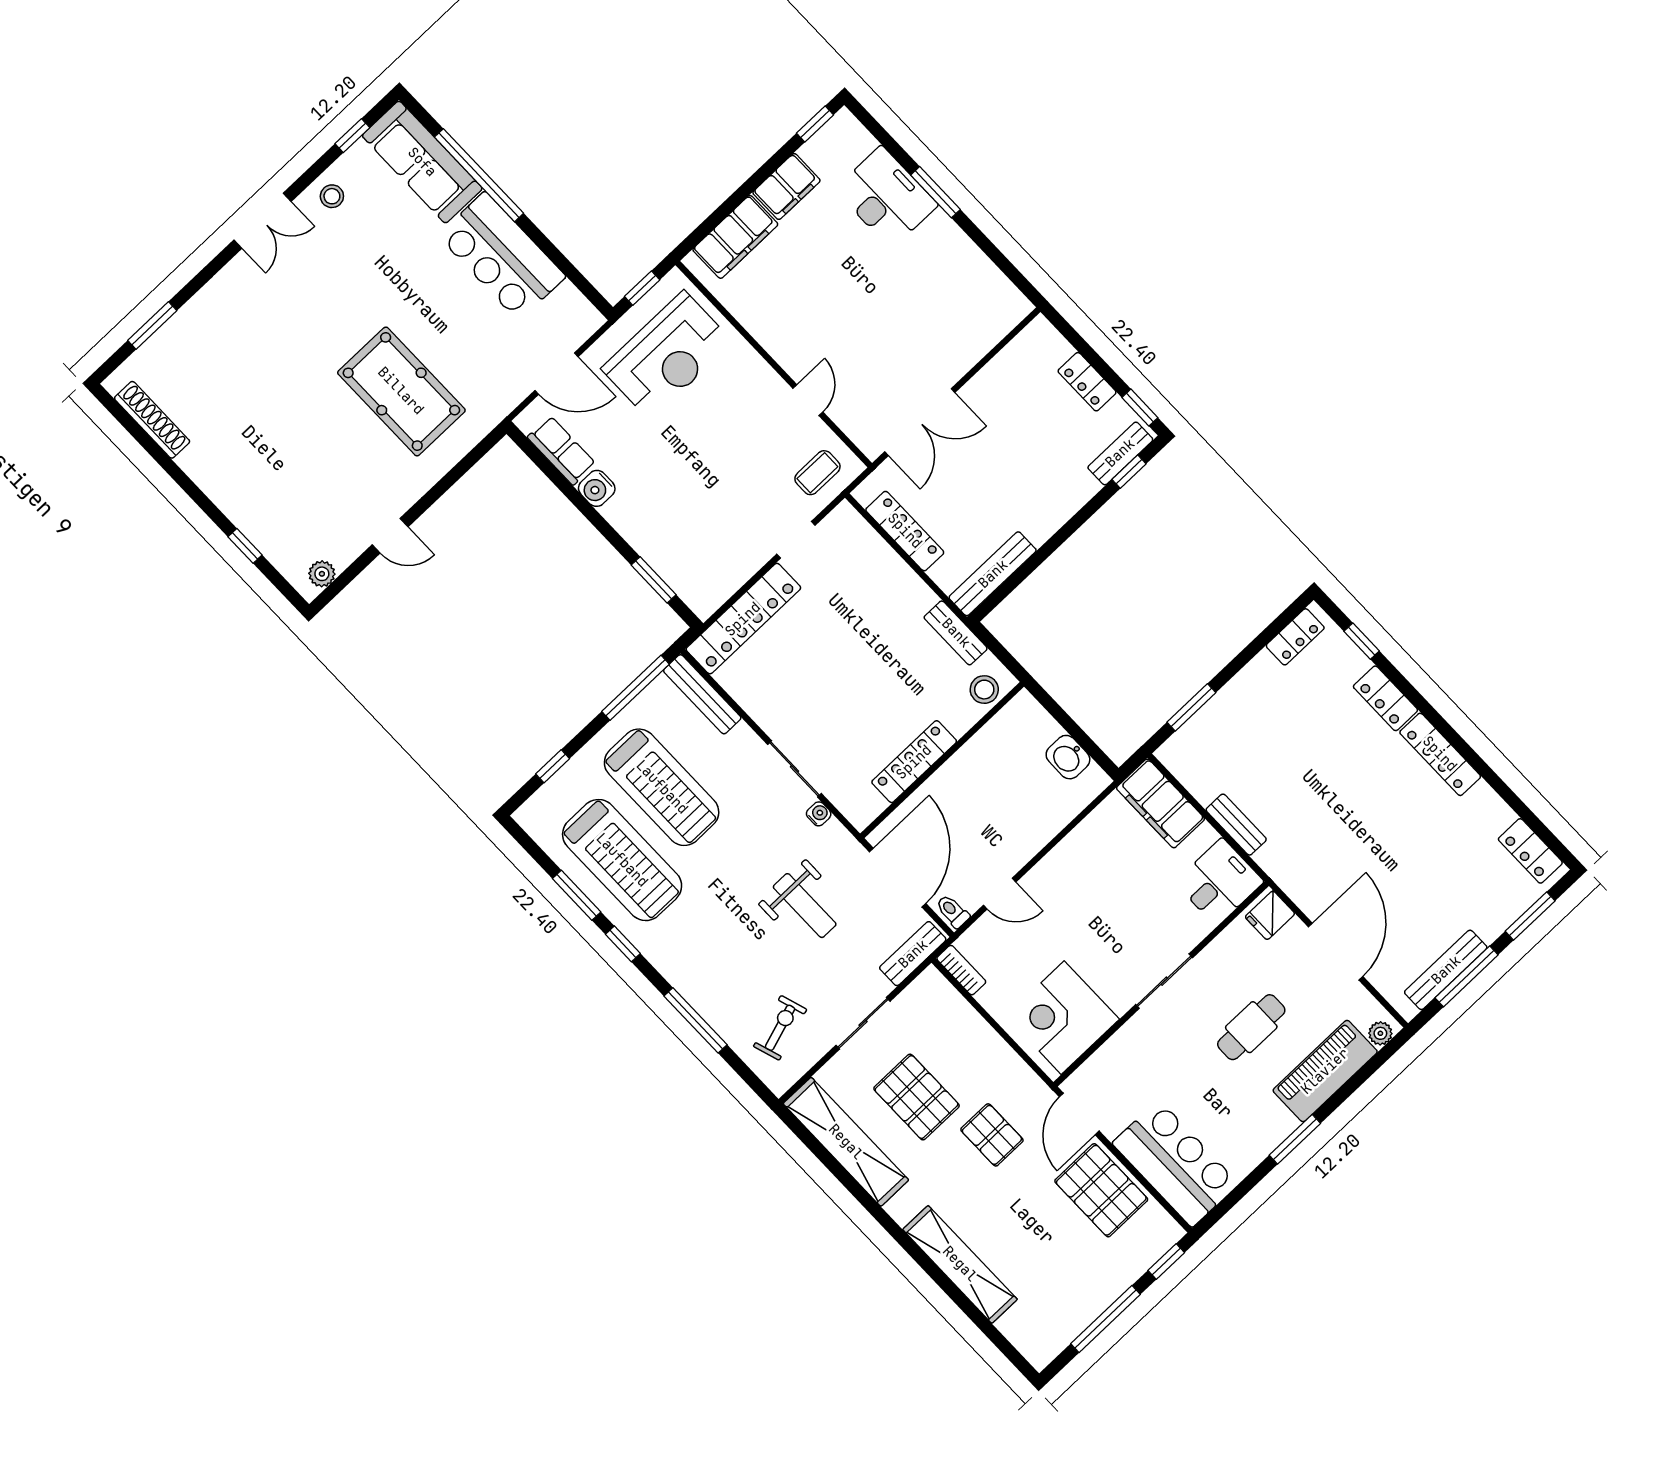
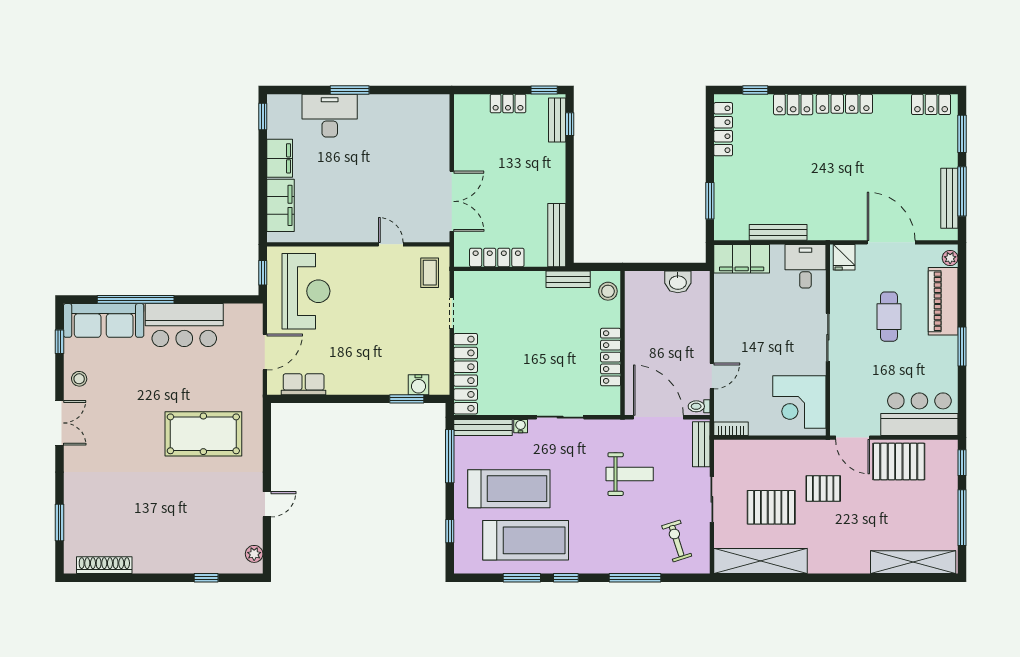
water cooler: (597, 488) -> (418, 385), moved
locker: (1295, 637) -> (723, 129), width x1.53
water cooler: (819, 814) -> (521, 426), moved
bench: (1236, 825) -> (778, 232), width x1.36
shelving: (960, 1264) -> (913, 562), moved

